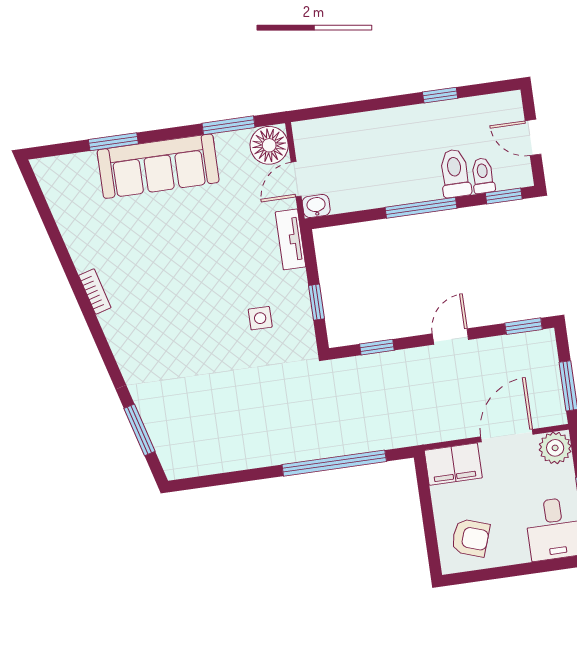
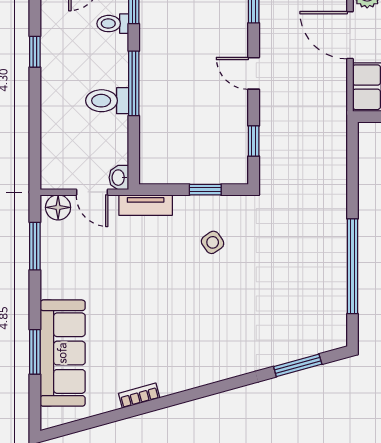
floor lamp: (269, 145) -> (58, 207), width x0.73, depth x0.73
sofa: (158, 166) -> (63, 353), moved
toilet: (455, 173) -> (107, 101), moved
bookcase: (95, 291) -> (139, 396), moved
side table: (260, 318) -> (213, 242), turned -35
window: (334, 463) -> (353, 266), moved

